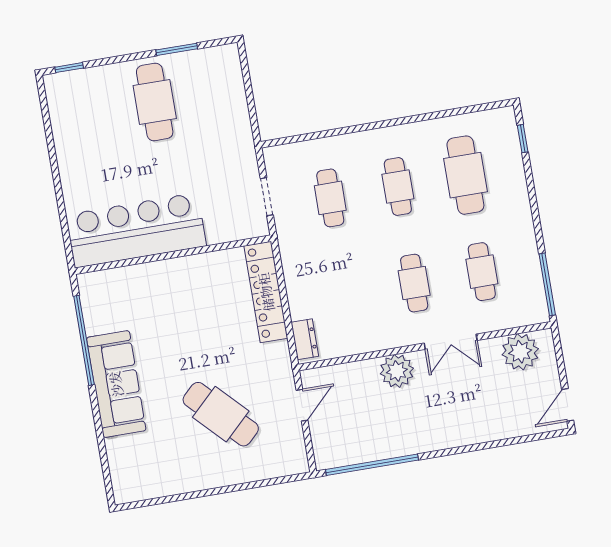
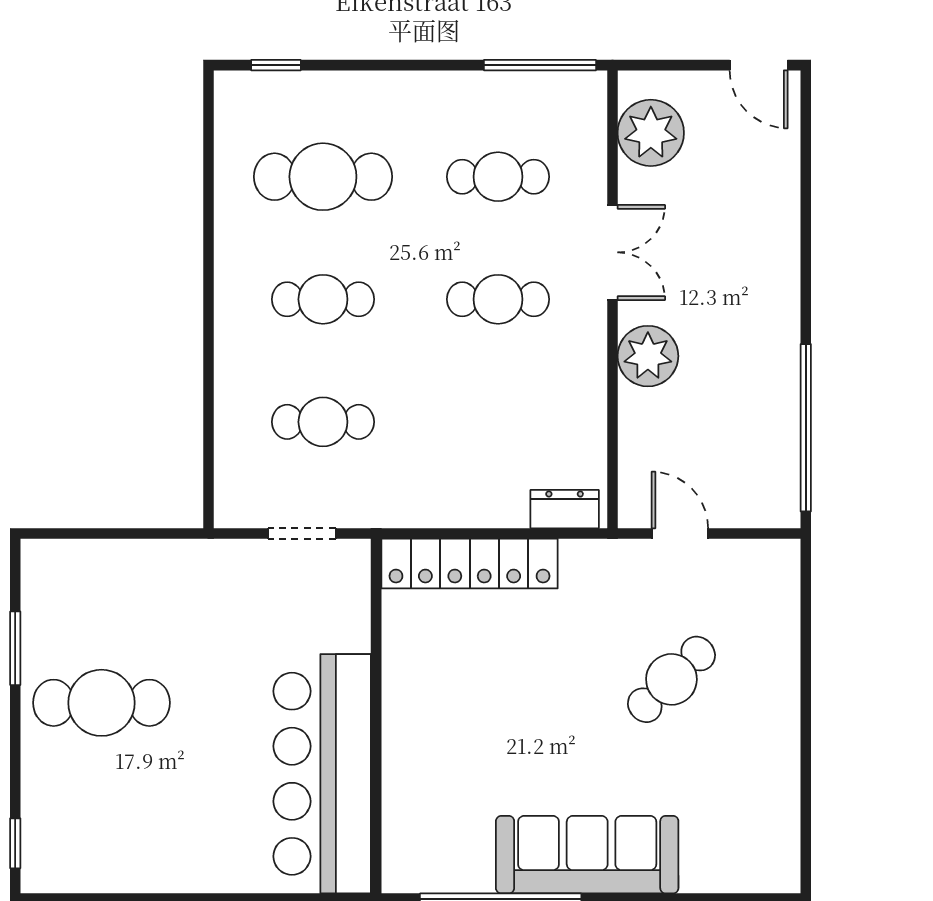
cafe table: (221, 414) -> (671, 679), width x0.73, depth x0.74

